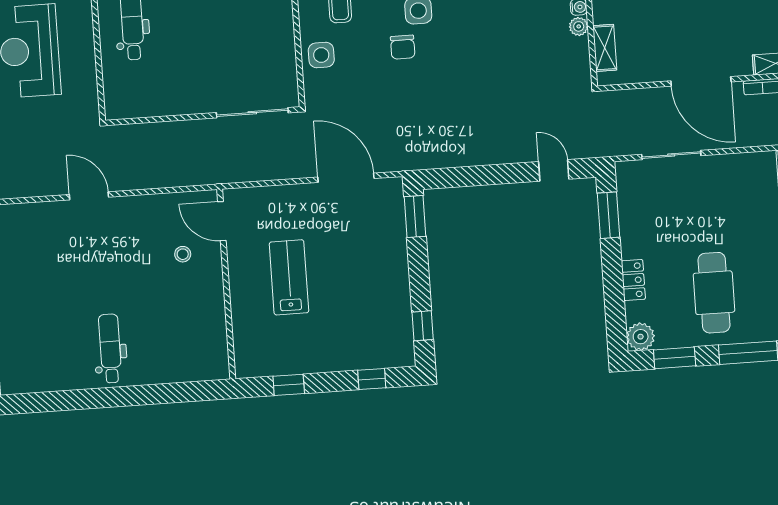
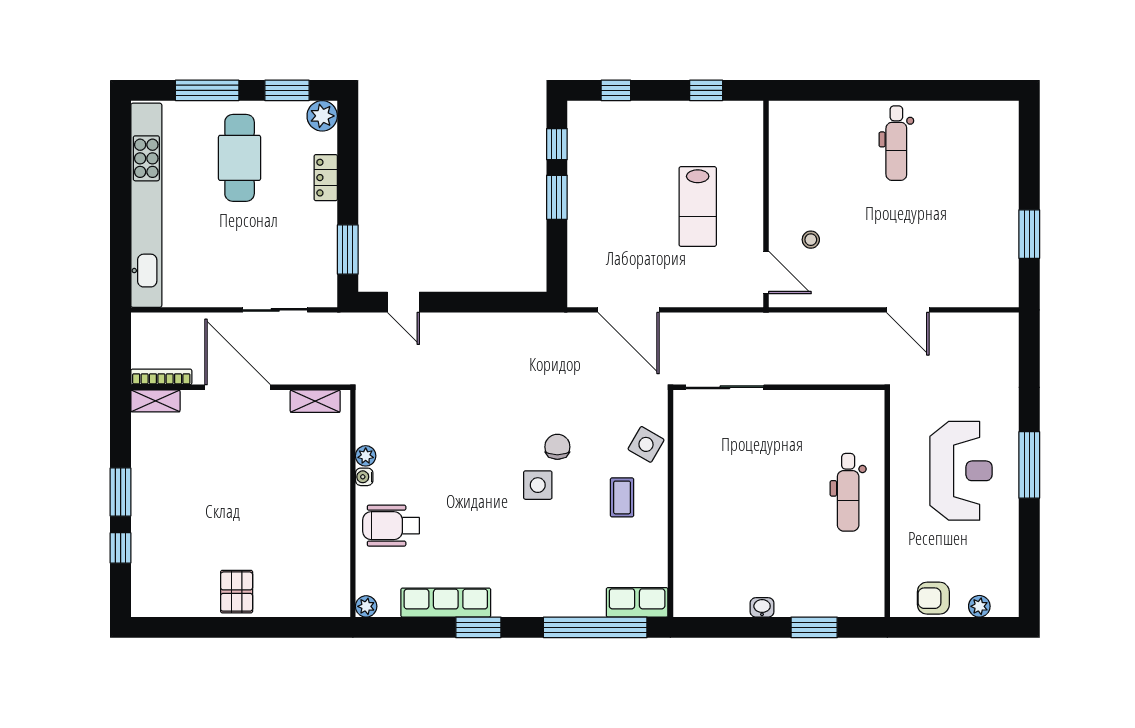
shelving: (605, 48) -> (315, 401), moved, turned 90
side table: (321, 55) -> (646, 444), turned 30
window: (415, 217) -> (557, 197), moved

